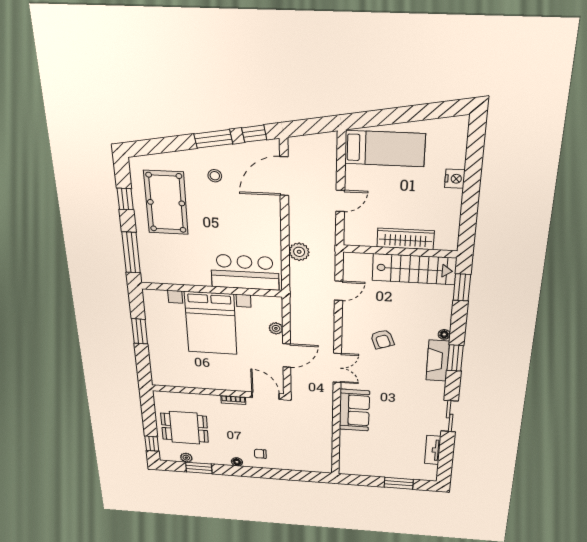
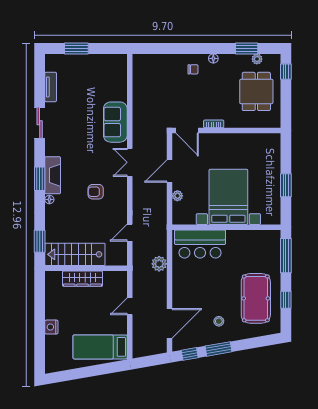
armchair: (382, 339) -> (96, 192), turned -70
dining table: (185, 428) -> (256, 91), turned 90

